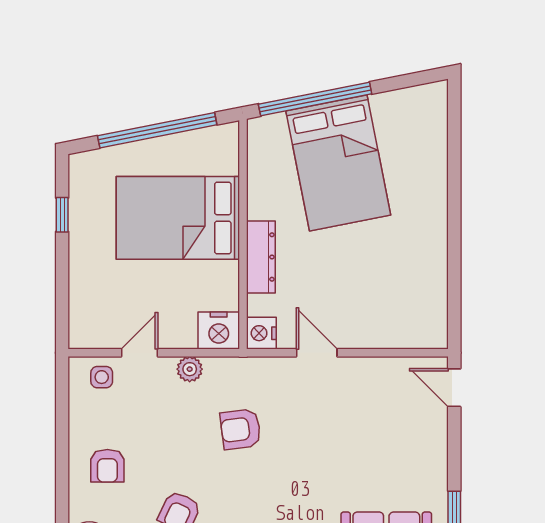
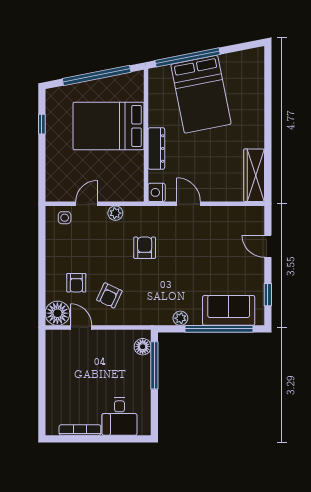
wardrobe: (430, 303) -> (254, 175), added
nightstand: (219, 331) -> (132, 191), removed
door: (454, 388) -> (268, 246), moved
armchair: (241, 429) -> (145, 248), turned 97
armchair: (107, 466) -> (76, 283), moved

